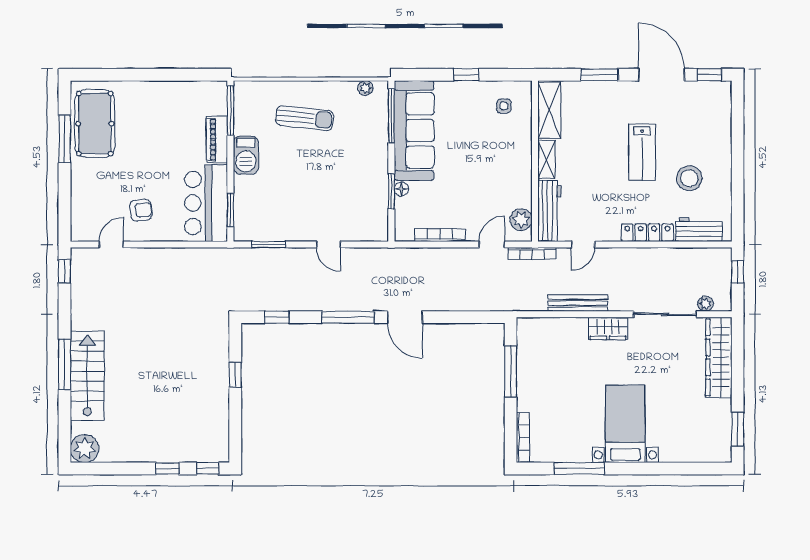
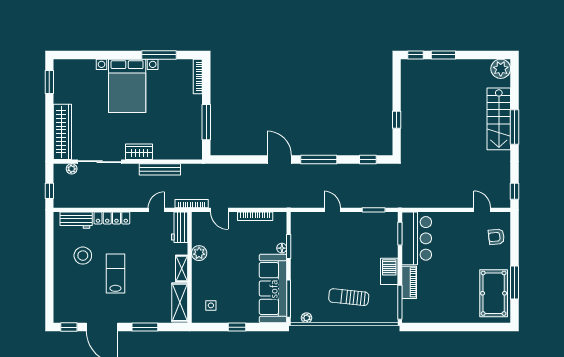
armchair: (141, 210) -> (496, 237), moved
workbench: (549, 211) -> (180, 227), width x0.73
plant: (521, 220) -> (199, 253), moved
door: (111, 244) -> (482, 210), swing flipped
door: (492, 244) -> (219, 210), hinge flipped
bed with nightstands: (625, 424) -> (127, 86), width x1.36
window: (167, 468) -> (443, 55), width x1.50

